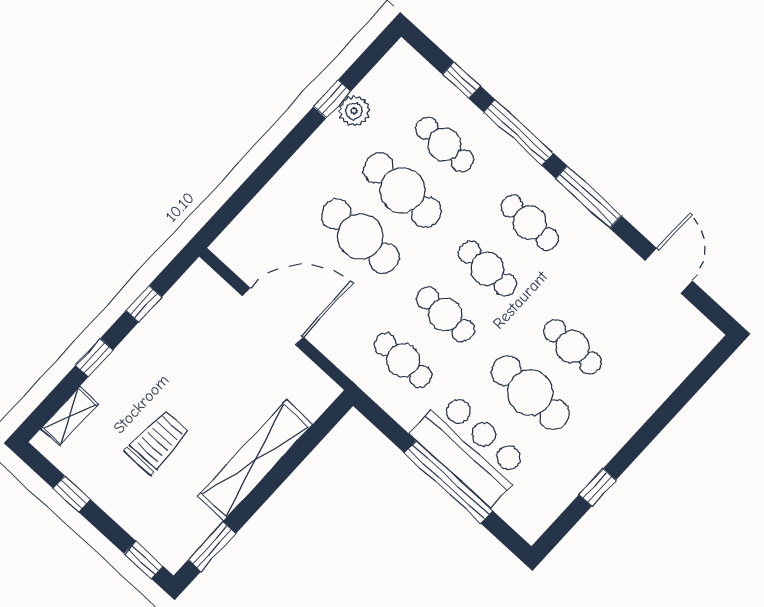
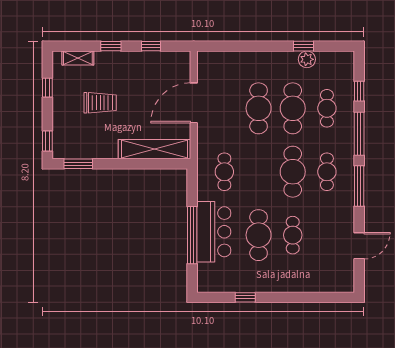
cafe table: (487, 269) -> (293, 172), width x1.37, depth x1.35
cafe table: (445, 314) -> (259, 172), removed
door: (273, 316) -> (194, 103), swing flipped
shelving: (255, 460) -> (155, 149), moved

